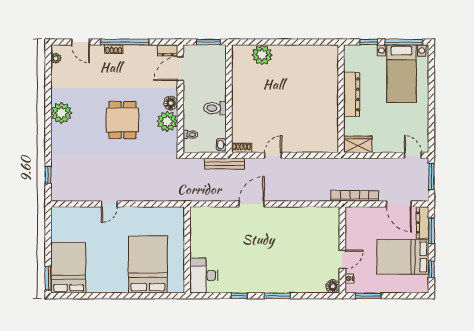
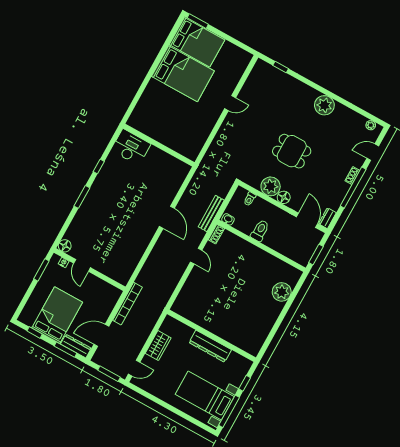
wardrobe: (358, 144) -> (158, 346), moved
door: (109, 204) -> (230, 103), swing flipped
bed: (148, 264) -> (183, 74), moved

